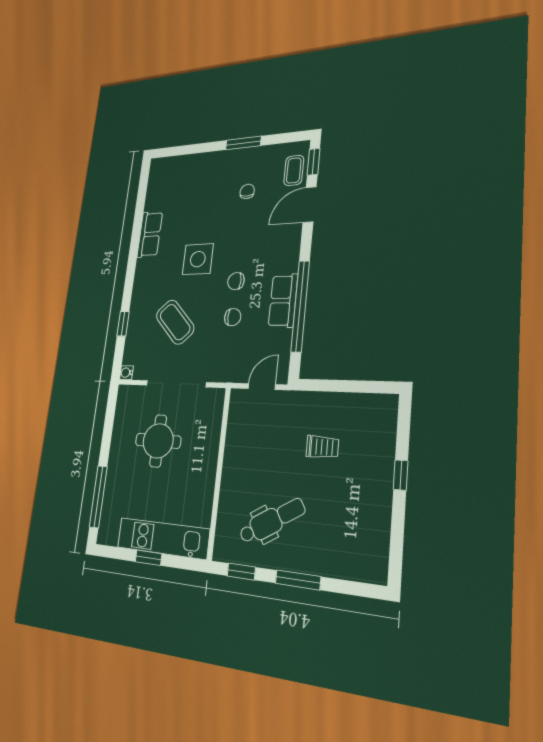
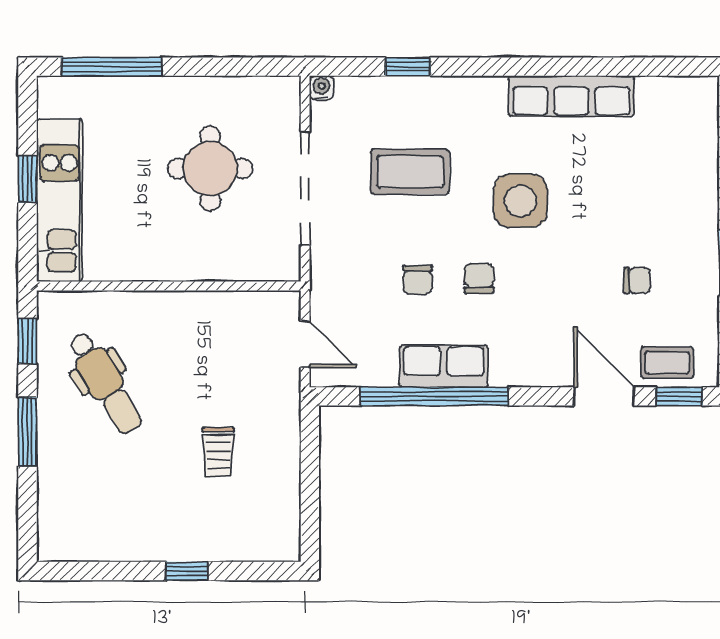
row of seats: (150, 234) -> (571, 96), width x1.48
coffee table: (175, 322) -> (410, 172), turned 44

